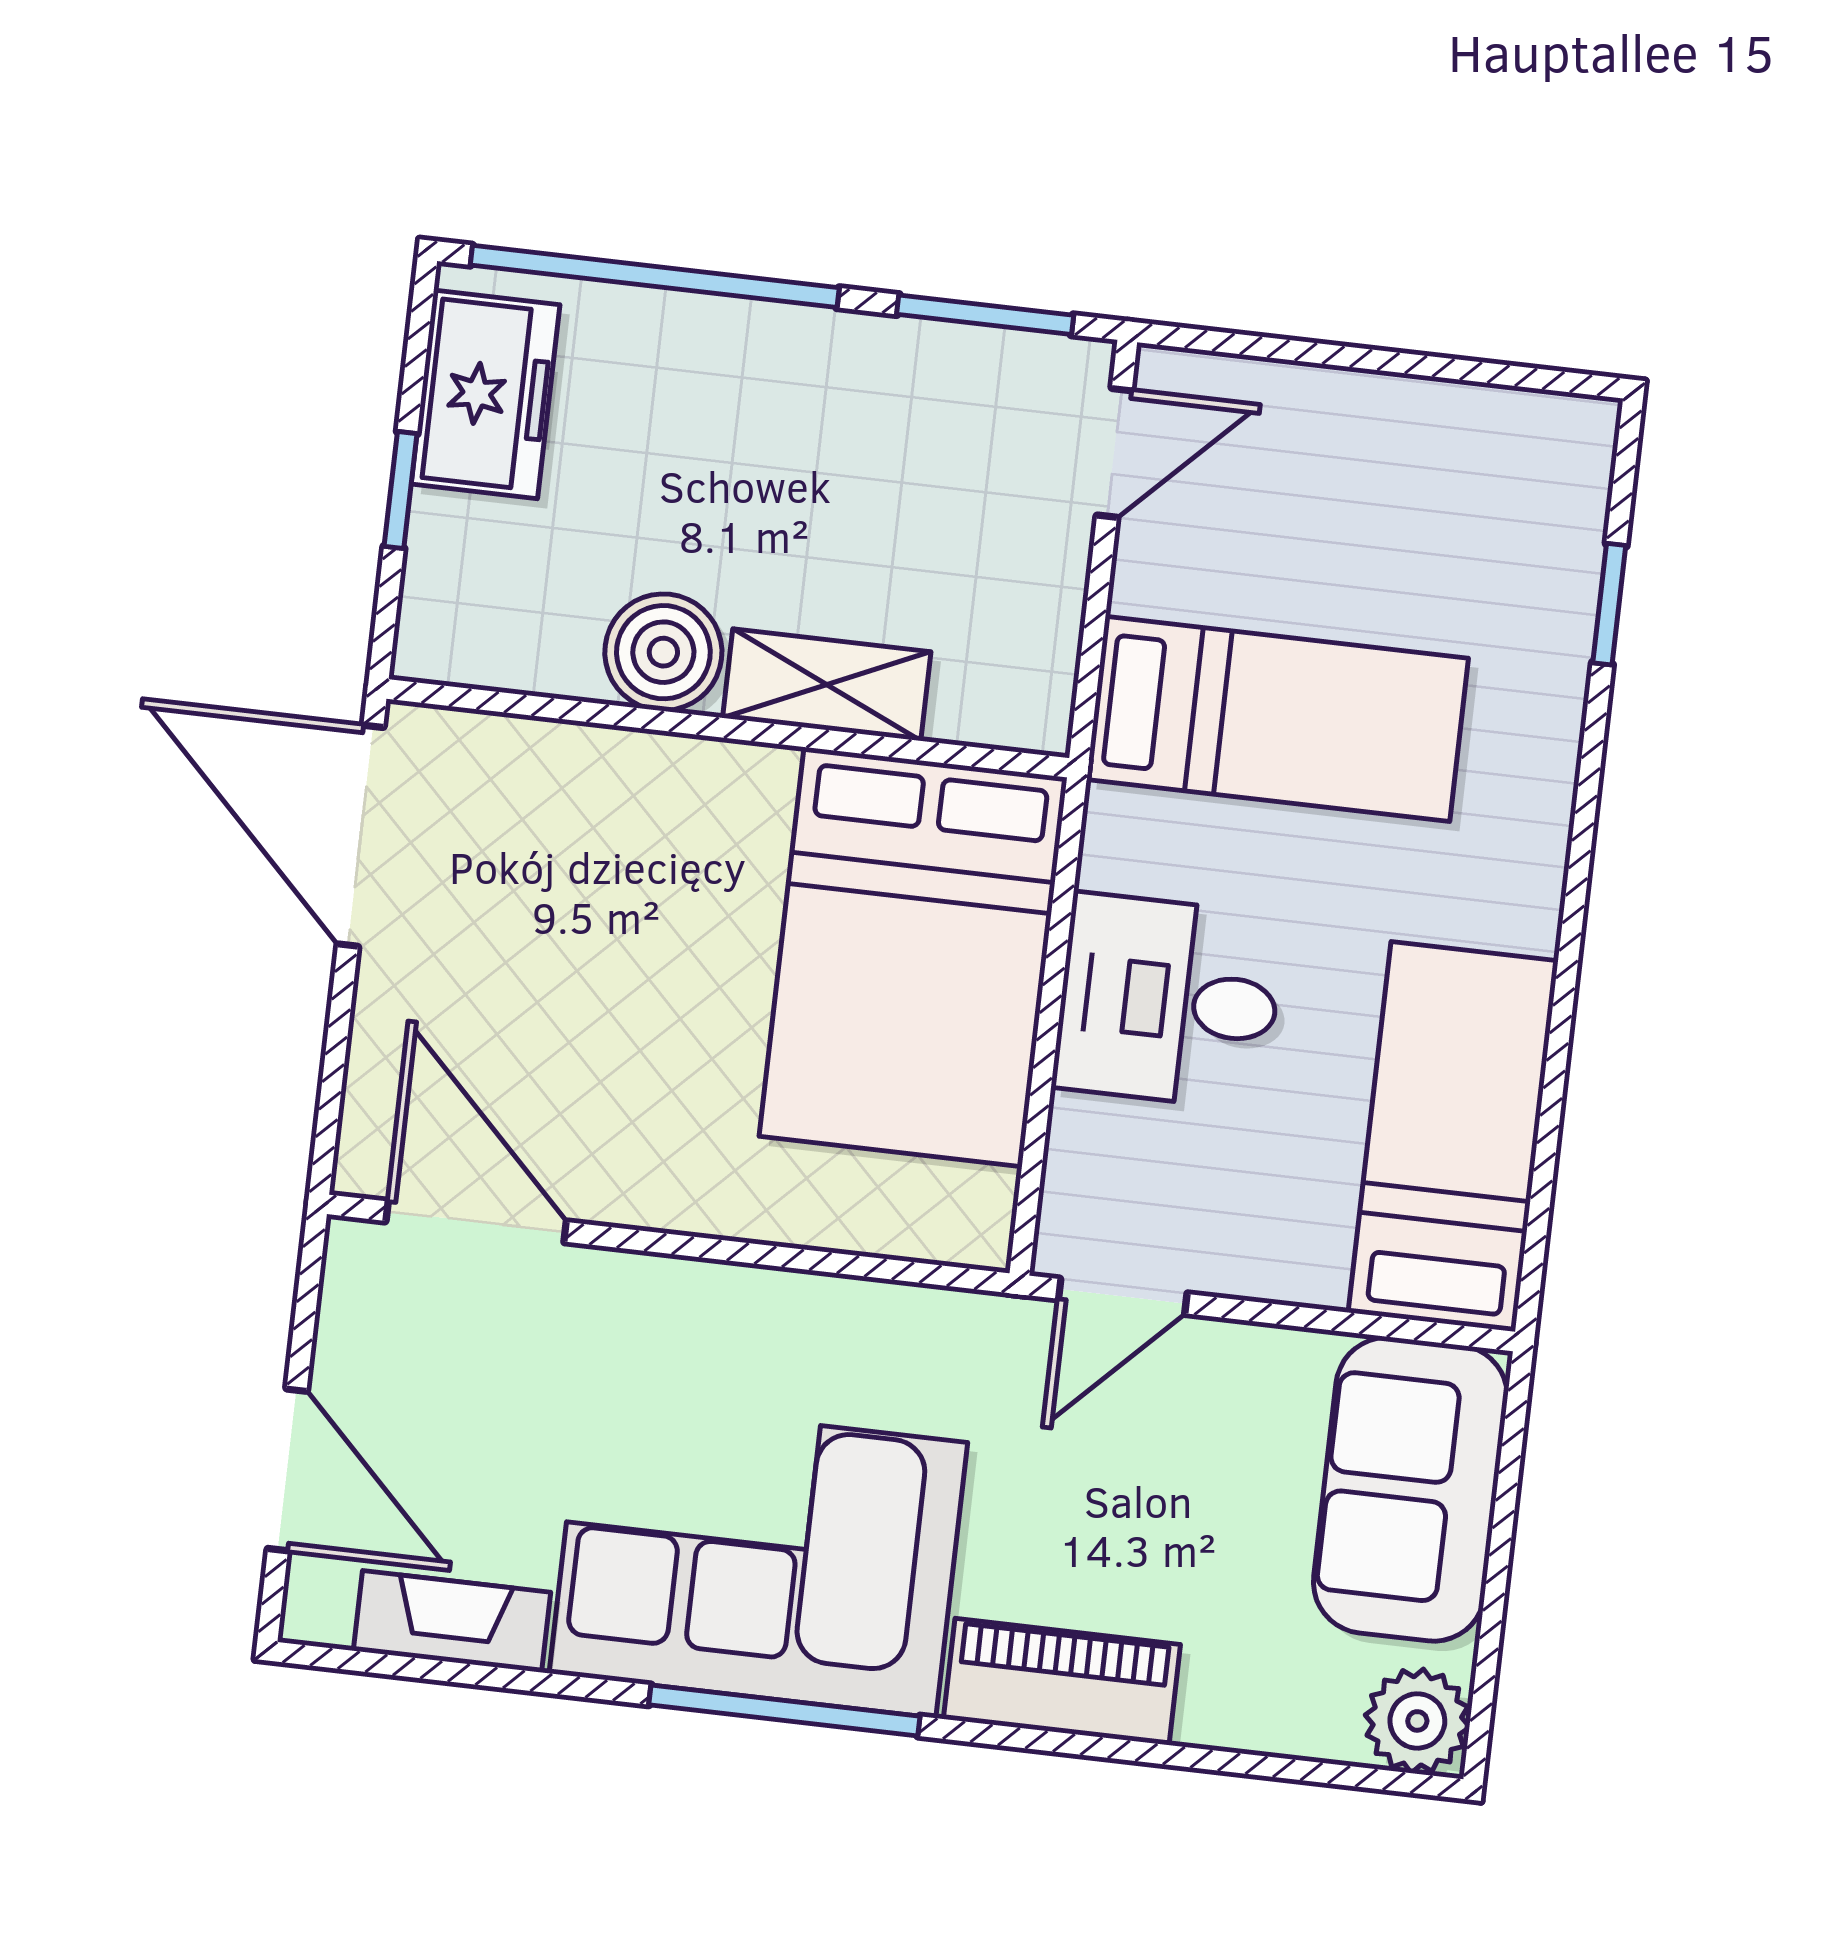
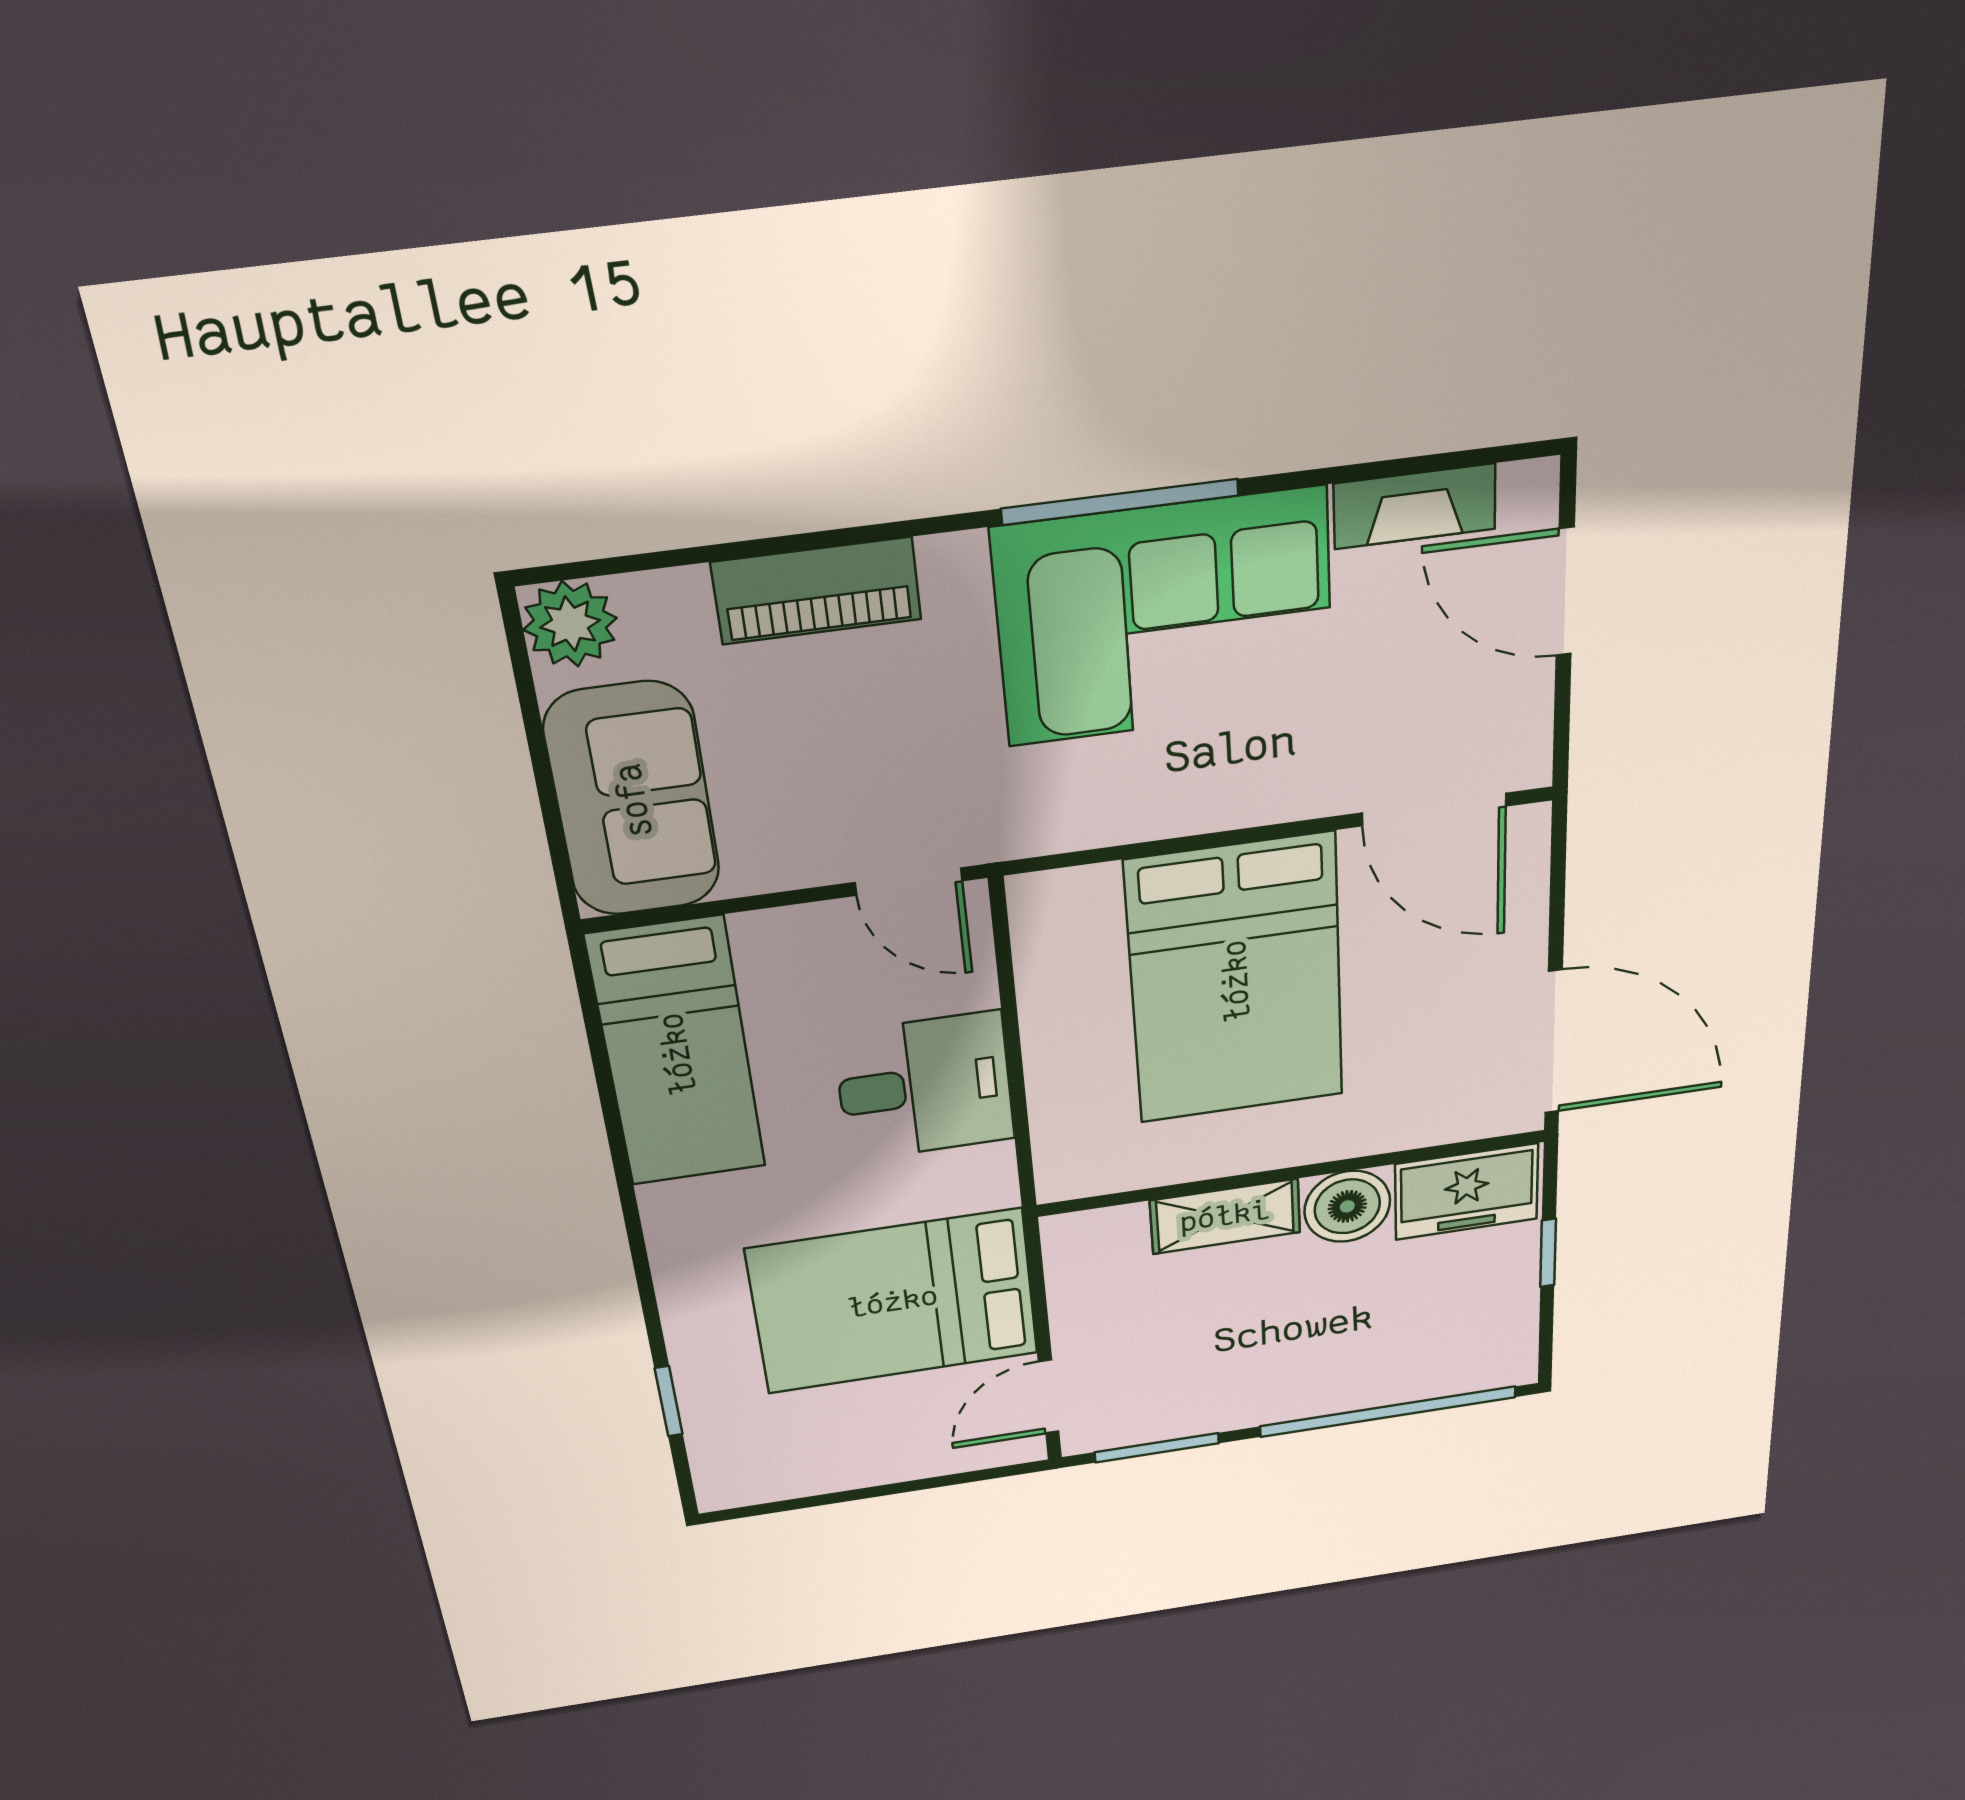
freezer: (486, 394) -> (1467, 1192), moved, turned -90
bed: (1277, 719) -> (894, 1302), width x1.50
bed: (913, 957) -> (1236, 980), moved, turned 180
door: (1123, 1296) -> (909, 882), swing flipped
piano: (1062, 1682) -> (817, 591), moved

